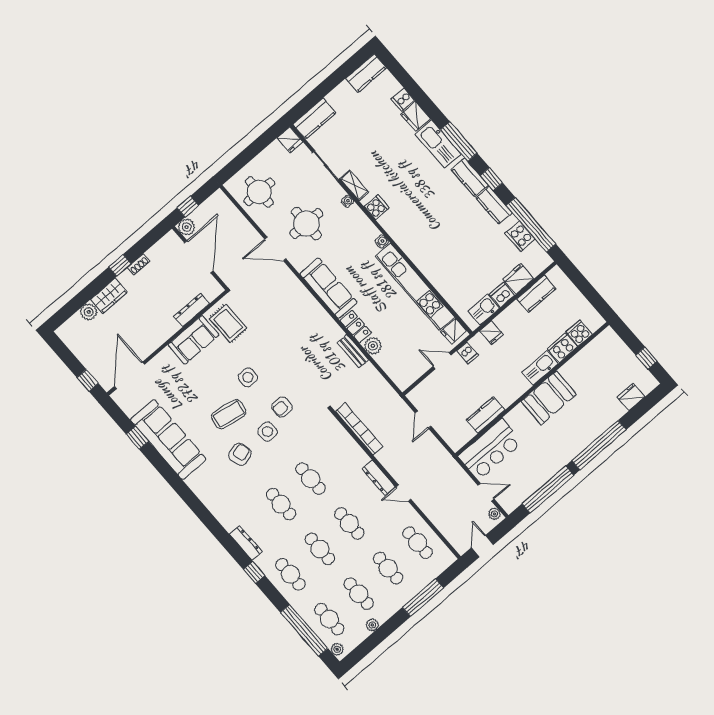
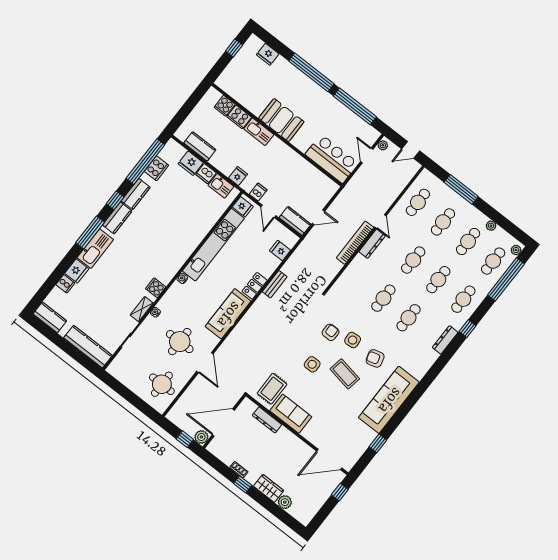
kitchen counter: (314, 119) -> (88, 347), width x1.50
fridge: (290, 140) -> (280, 250), moved, turned -90
plant: (373, 346) -> (267, 269), removed
armchair: (282, 407) -> (331, 332), turned -90
kitchen counter: (486, 415) -> (295, 221), moved, turned 180
bookcase: (359, 429) -> (355, 243), moved
sofa: (168, 439) -> (389, 400), moved

